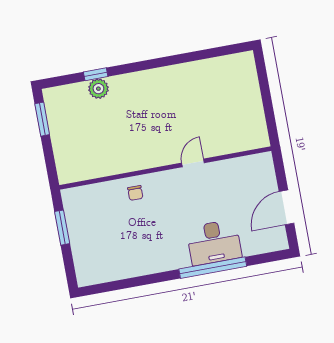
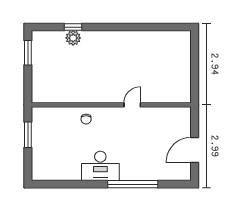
desk: (214, 242) -> (100, 166), moved

